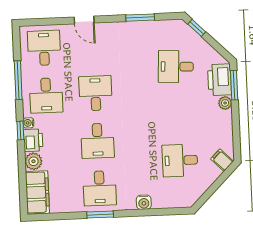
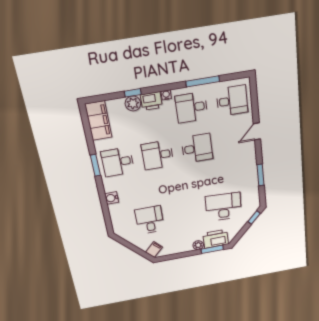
desk: (176, 67) -> (223, 207), width x1.37
window: (20, 130) -> (133, 93), moved
filing cabinet: (37, 192) -> (98, 121), moved, turned -90

